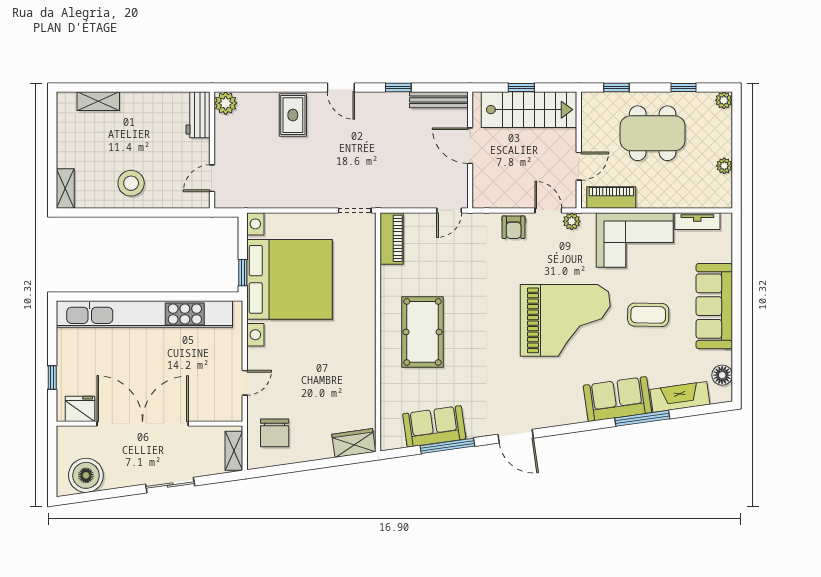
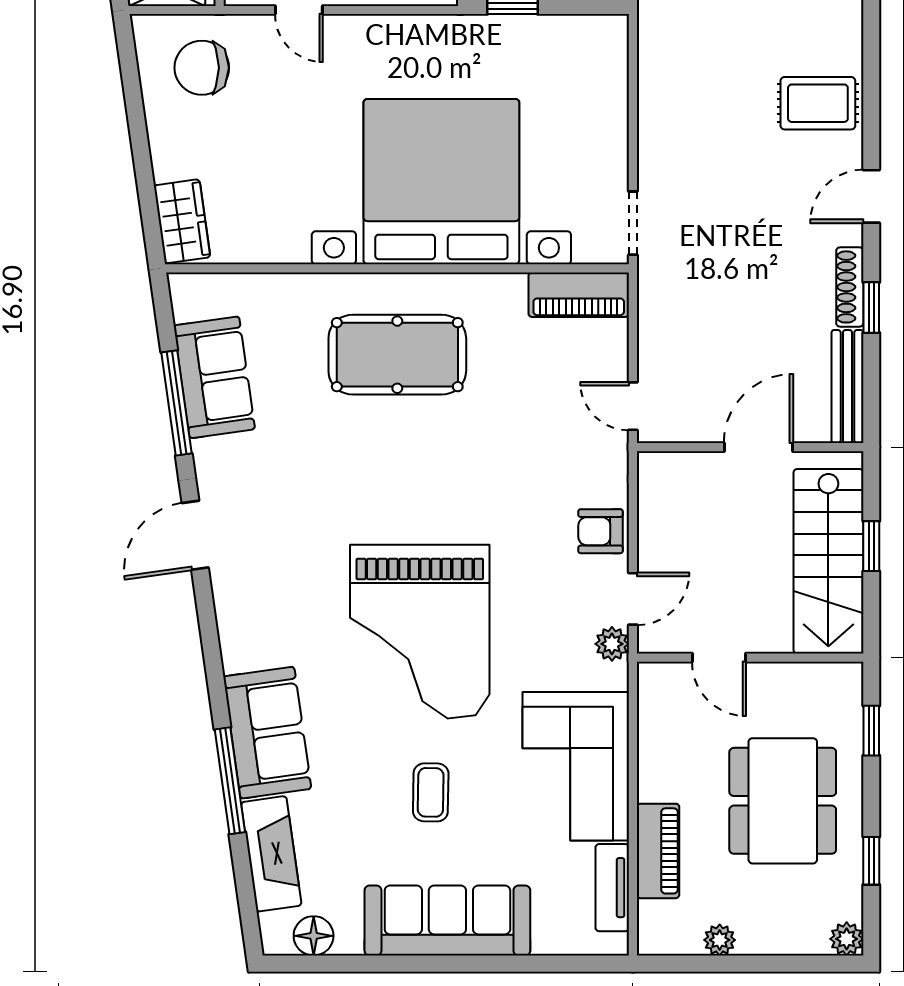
shoe rack: (388, 99) -> (850, 287), added
piano: (611, 198) -> (658, 851), moved
bed with nightstands: (290, 279) -> (441, 182), moved, turned 180
coffee table: (648, 315) -> (431, 792), width x0.73, depth x0.77

